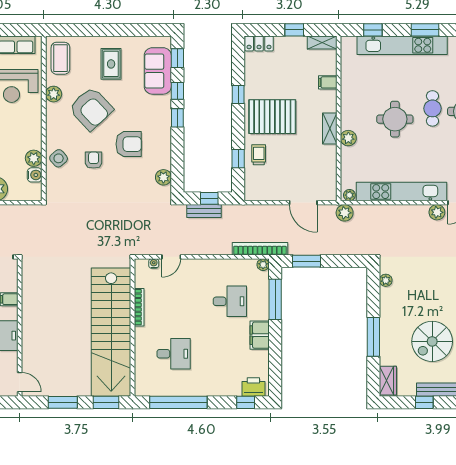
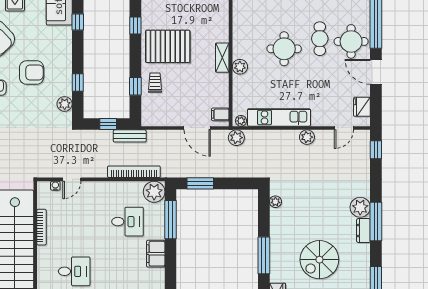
filing cabinet: (328, 82) -> (220, 114), moved
window: (177, 118) -> (78, 82), moved
kitchen unit: (401, 192) -> (279, 117), width x0.73
bench: (204, 211) -> (130, 136), moved
plant: (437, 212) -> (307, 137), moved
bookcase: (260, 249) -> (134, 172), moved
plant: (263, 265) -> (154, 192), width x1.87, depth x1.87

